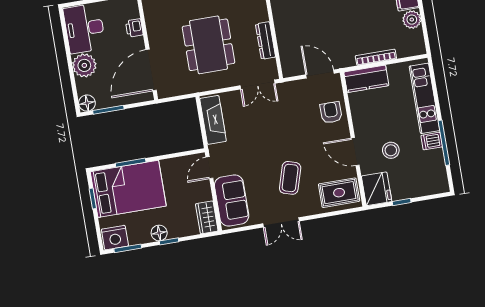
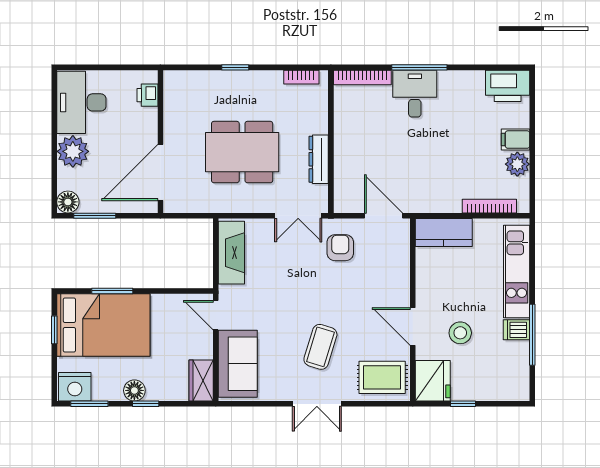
printer: (134, 28) -> (147, 95), moved
dining table: (208, 45) -> (242, 152), turned 90
bookcase: (376, 57) -> (489, 206), moved
armchair: (331, 112) -> (340, 248), moved
door: (209, 168) -> (216, 315), hinge flipped
double door: (281, 222) -> (317, 404), moved

